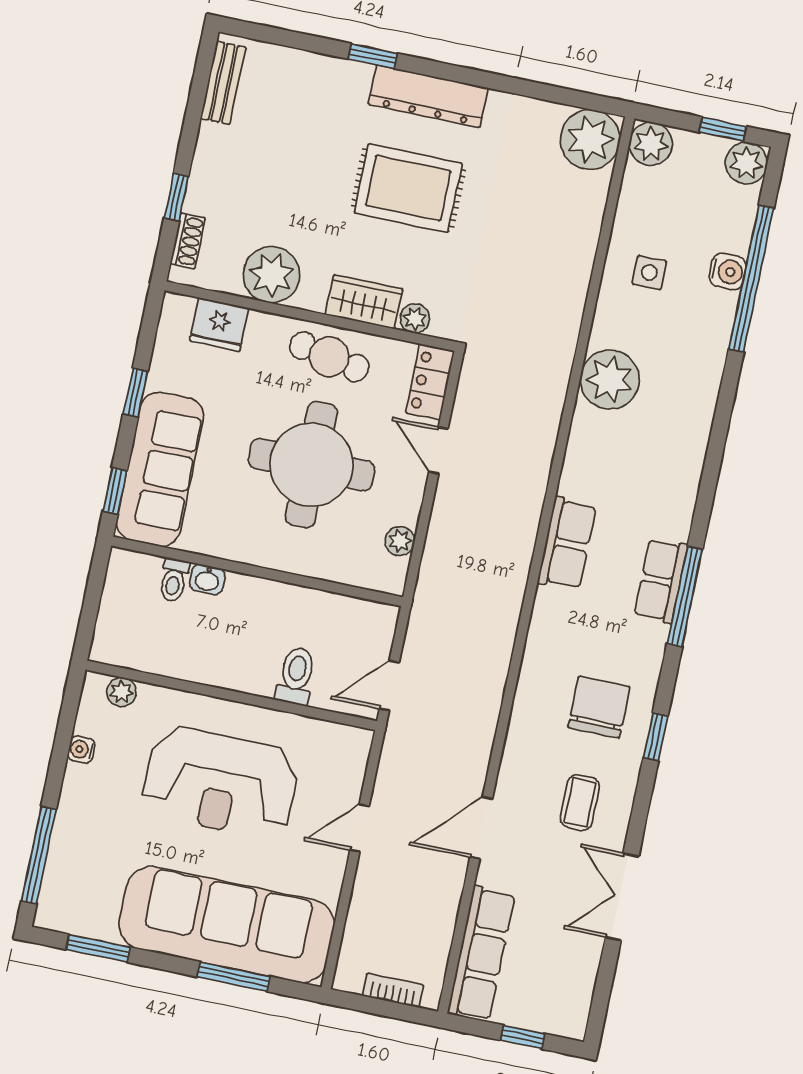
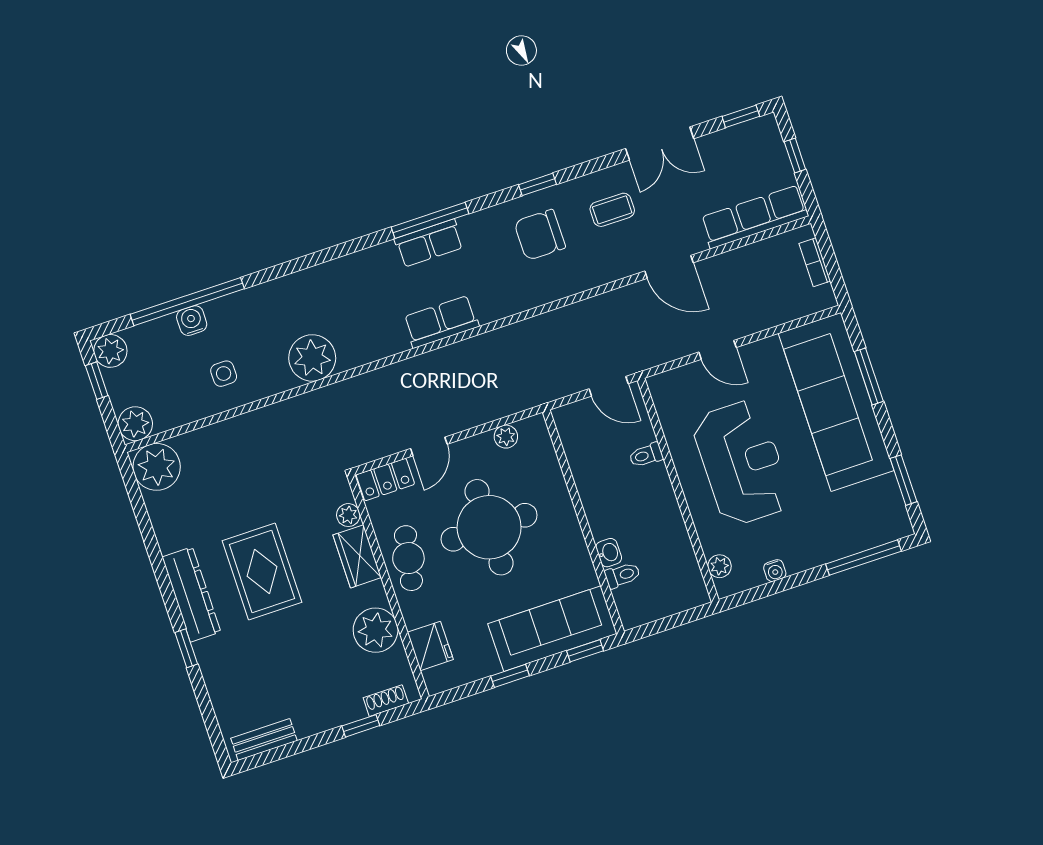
toilet: (296, 676) -> (646, 455), width x0.73, depth x0.72
window: (600, 1003) -> (741, 116), added

